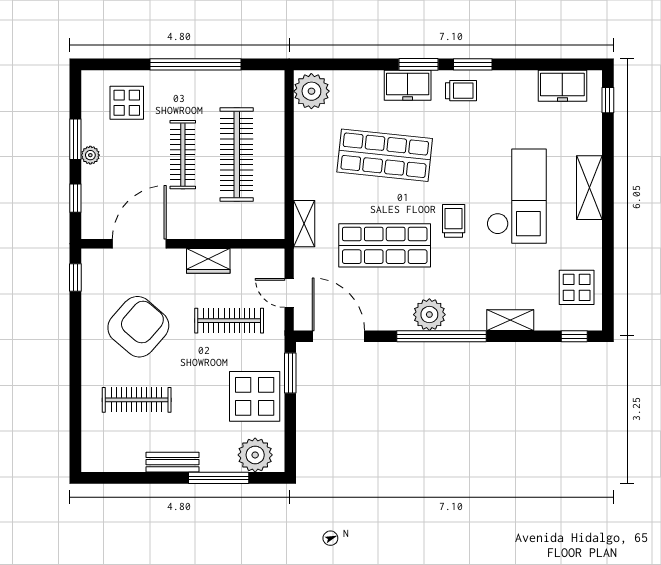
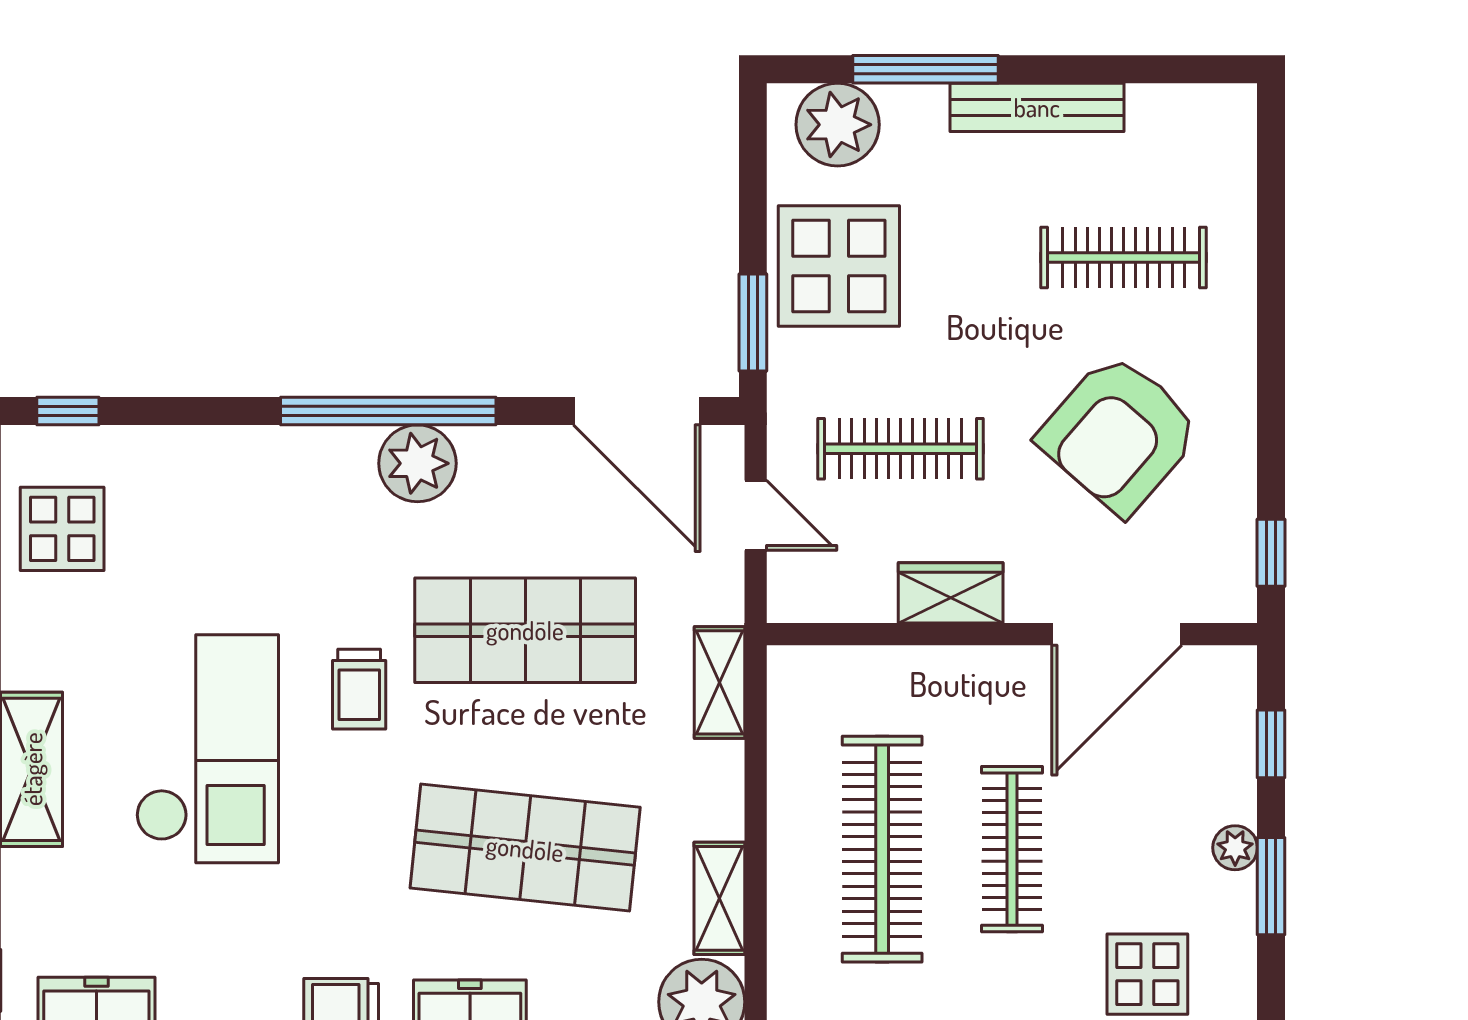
checkout: (517, 196) -> (207, 749), turned 180
shelving: (510, 320) -> (719, 898), moved, turned 90
bench: (172, 462) -> (1037, 107), width x1.36

